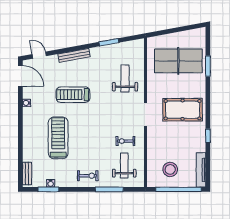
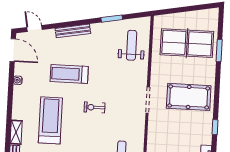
weight bench: (125, 79) -> (132, 45), moved
exercise bike: (125, 141) -> (95, 107), moved
shelving: (28, 150) -> (16, 132), added

